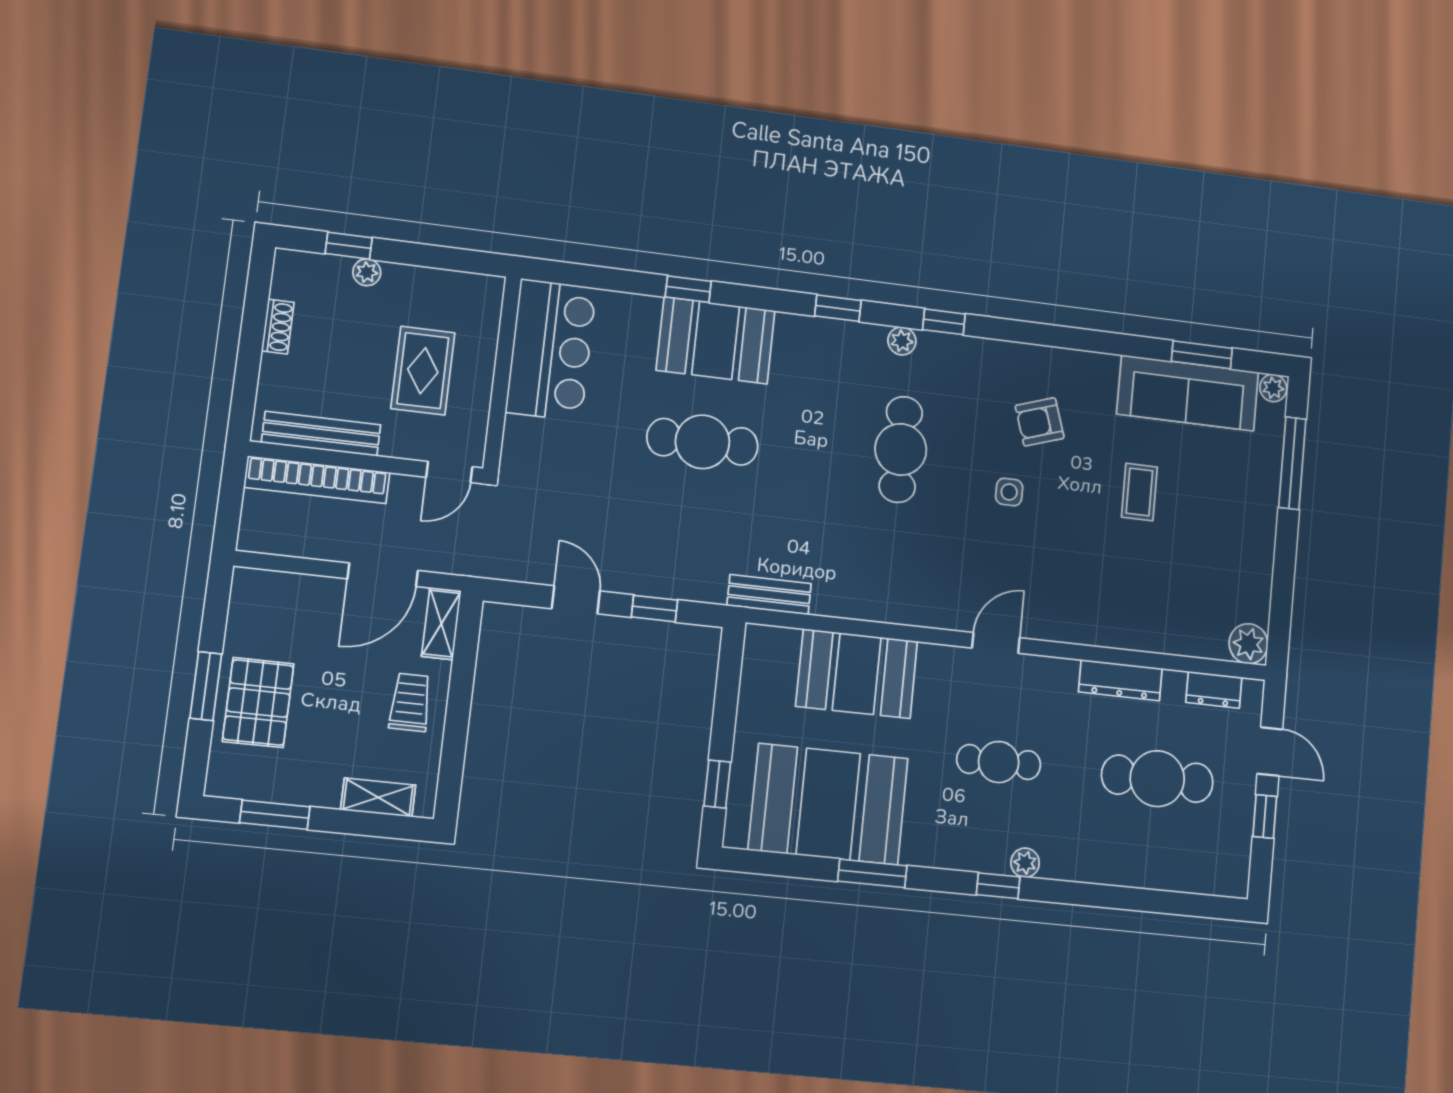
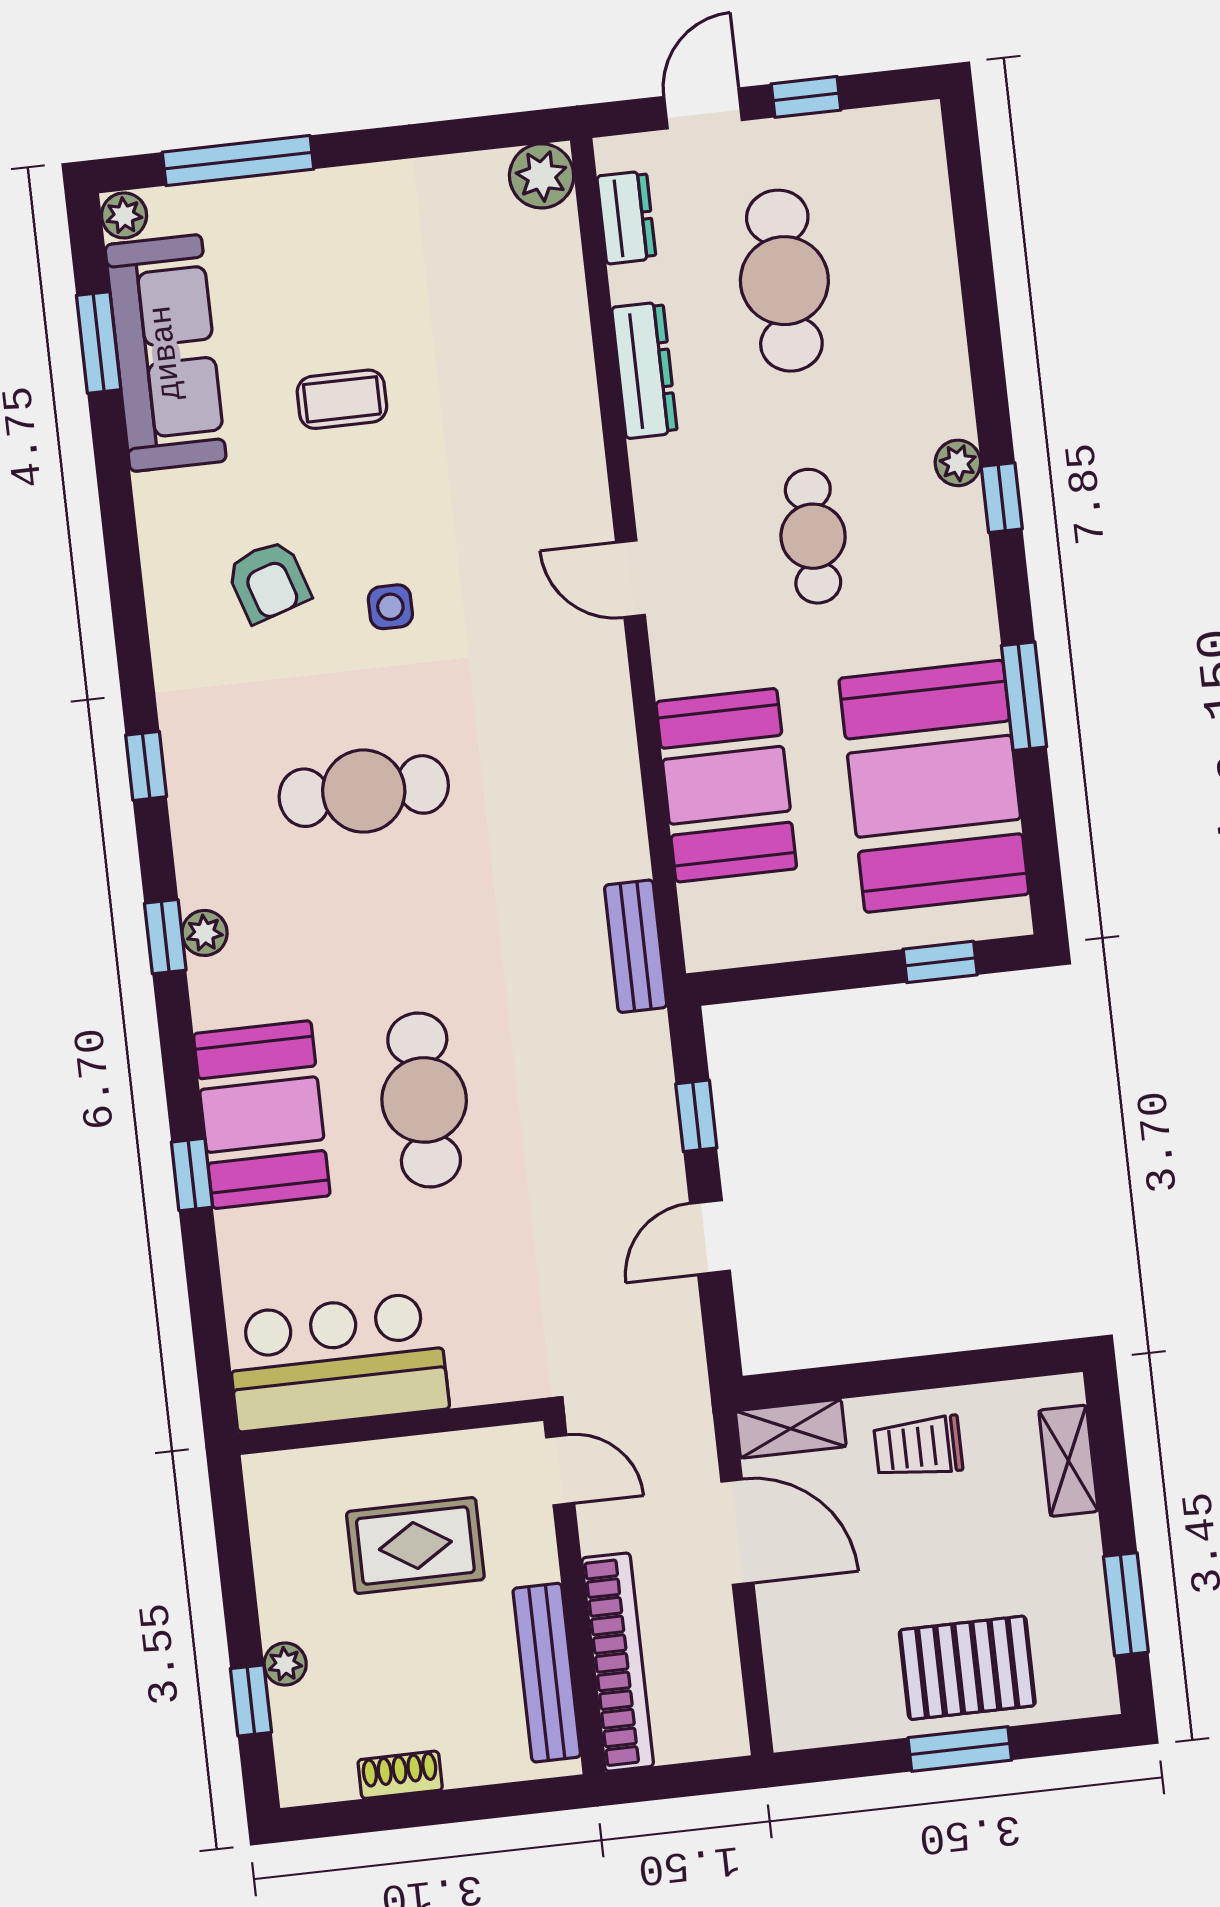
plant: (902, 341) -> (205, 933), moved

